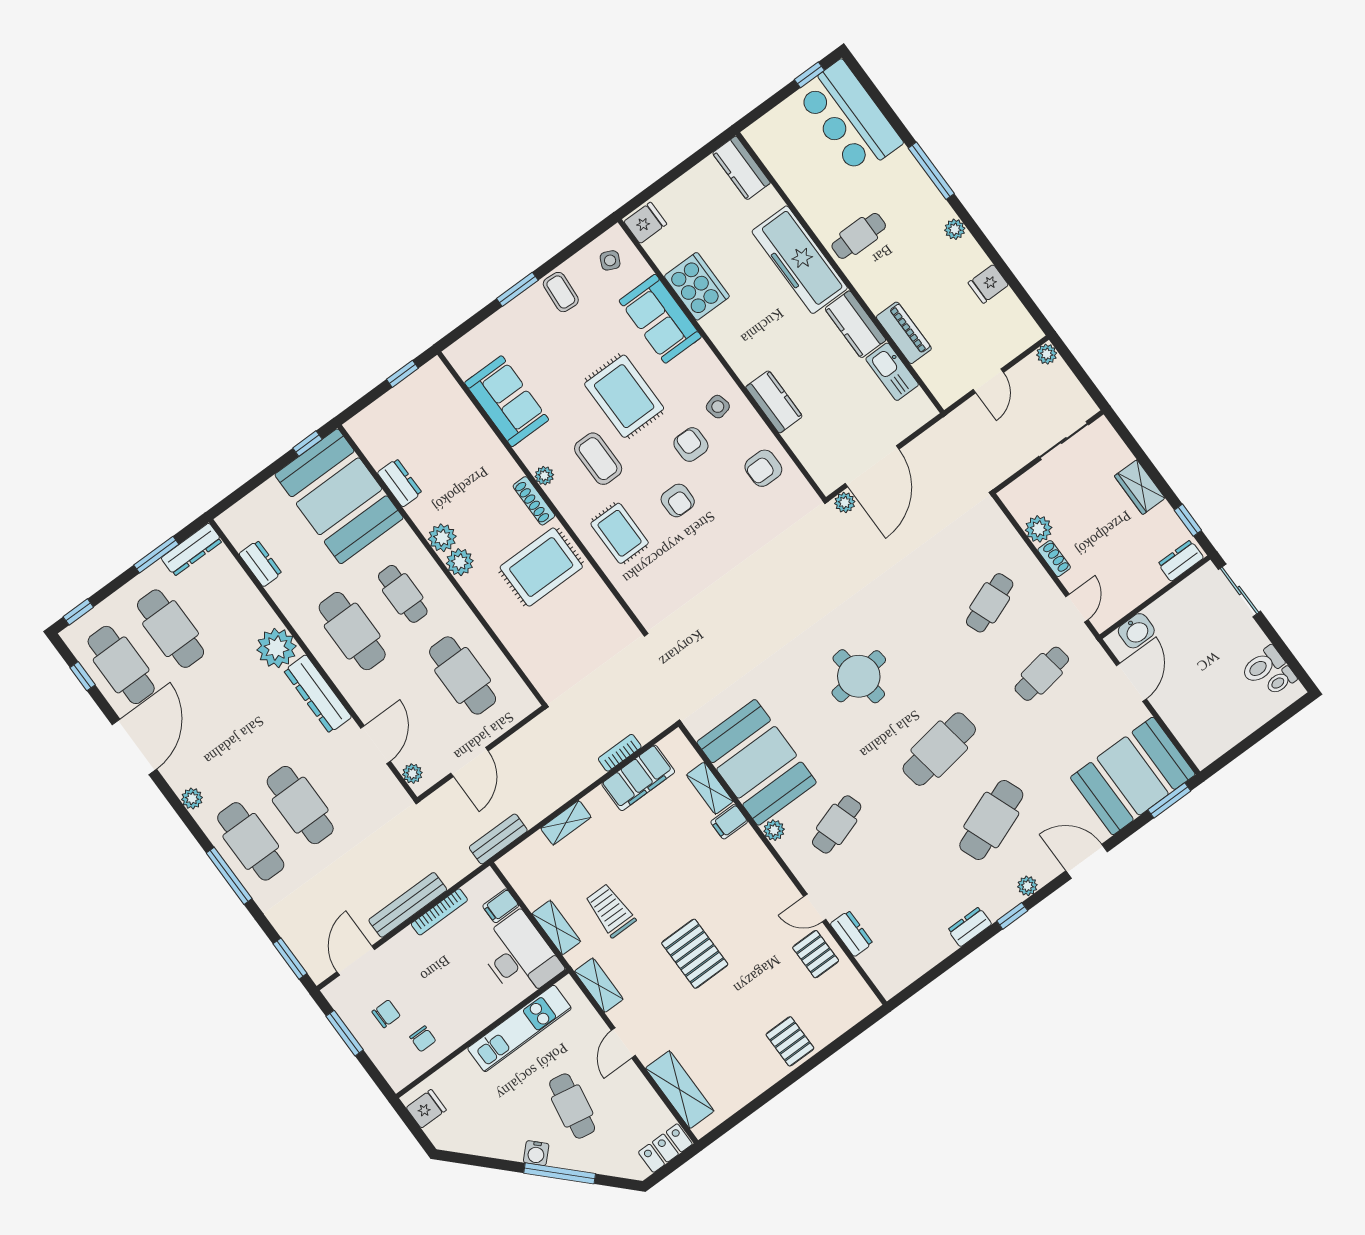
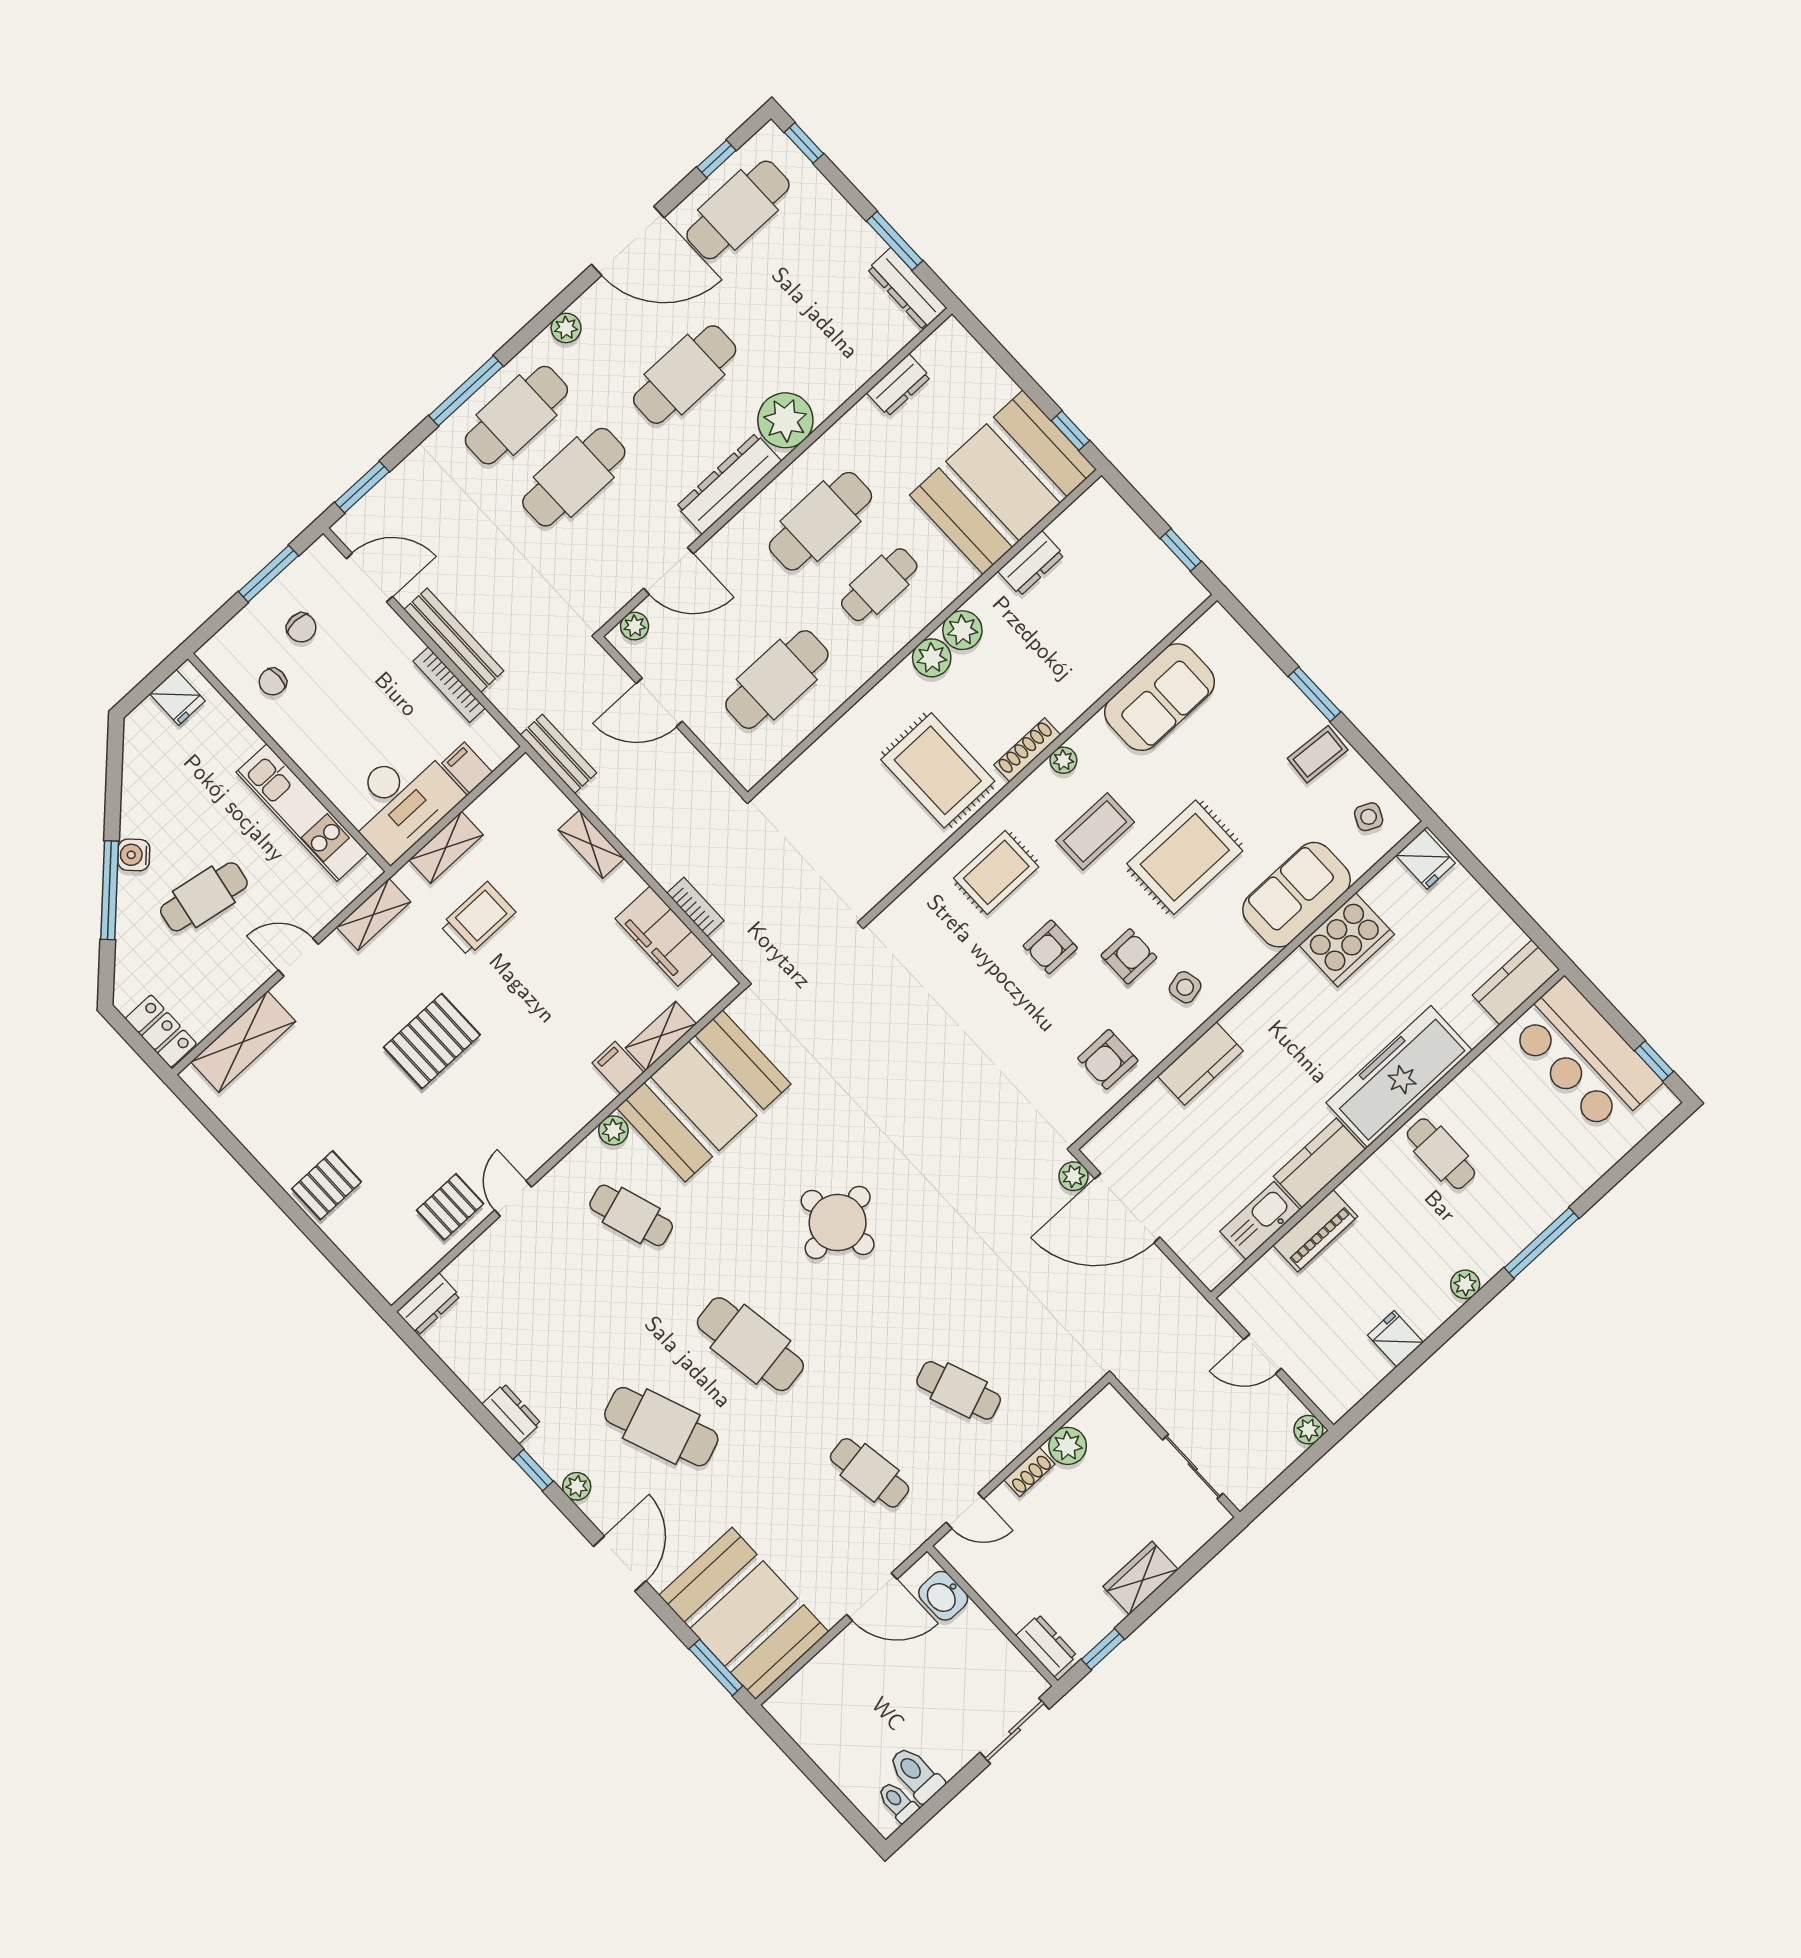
bar counter: (849, 118) -> (1584, 1056), moved, turned -90
armchair: (763, 468) -> (1108, 1059), turned -90
cafe table: (171, 629) -> (685, 375), moved
dresser: (851, 934) -> (428, 1304), moved

